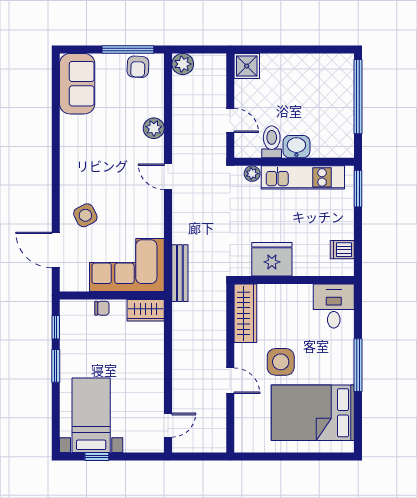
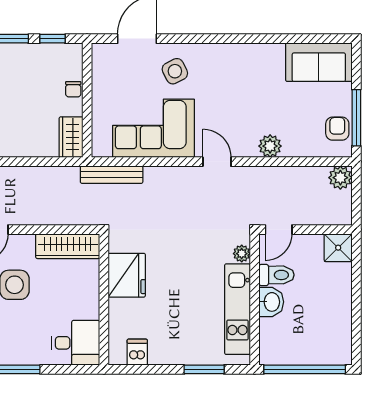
armchair: (138, 67) -> (337, 129), turned 87
toilet: (272, 142) -> (276, 275), moved
washbasin: (296, 147) -> (271, 302), moved
wall: (294, 162) -> (255, 299), moved
plant: (252, 174) -> (242, 254), moved
door: (168, 177) -> (217, 162), hinge flipped
kitchen unit: (303, 177) -> (237, 309), moved
corner sofa: (127, 265) -> (153, 128), moved, turned -90

